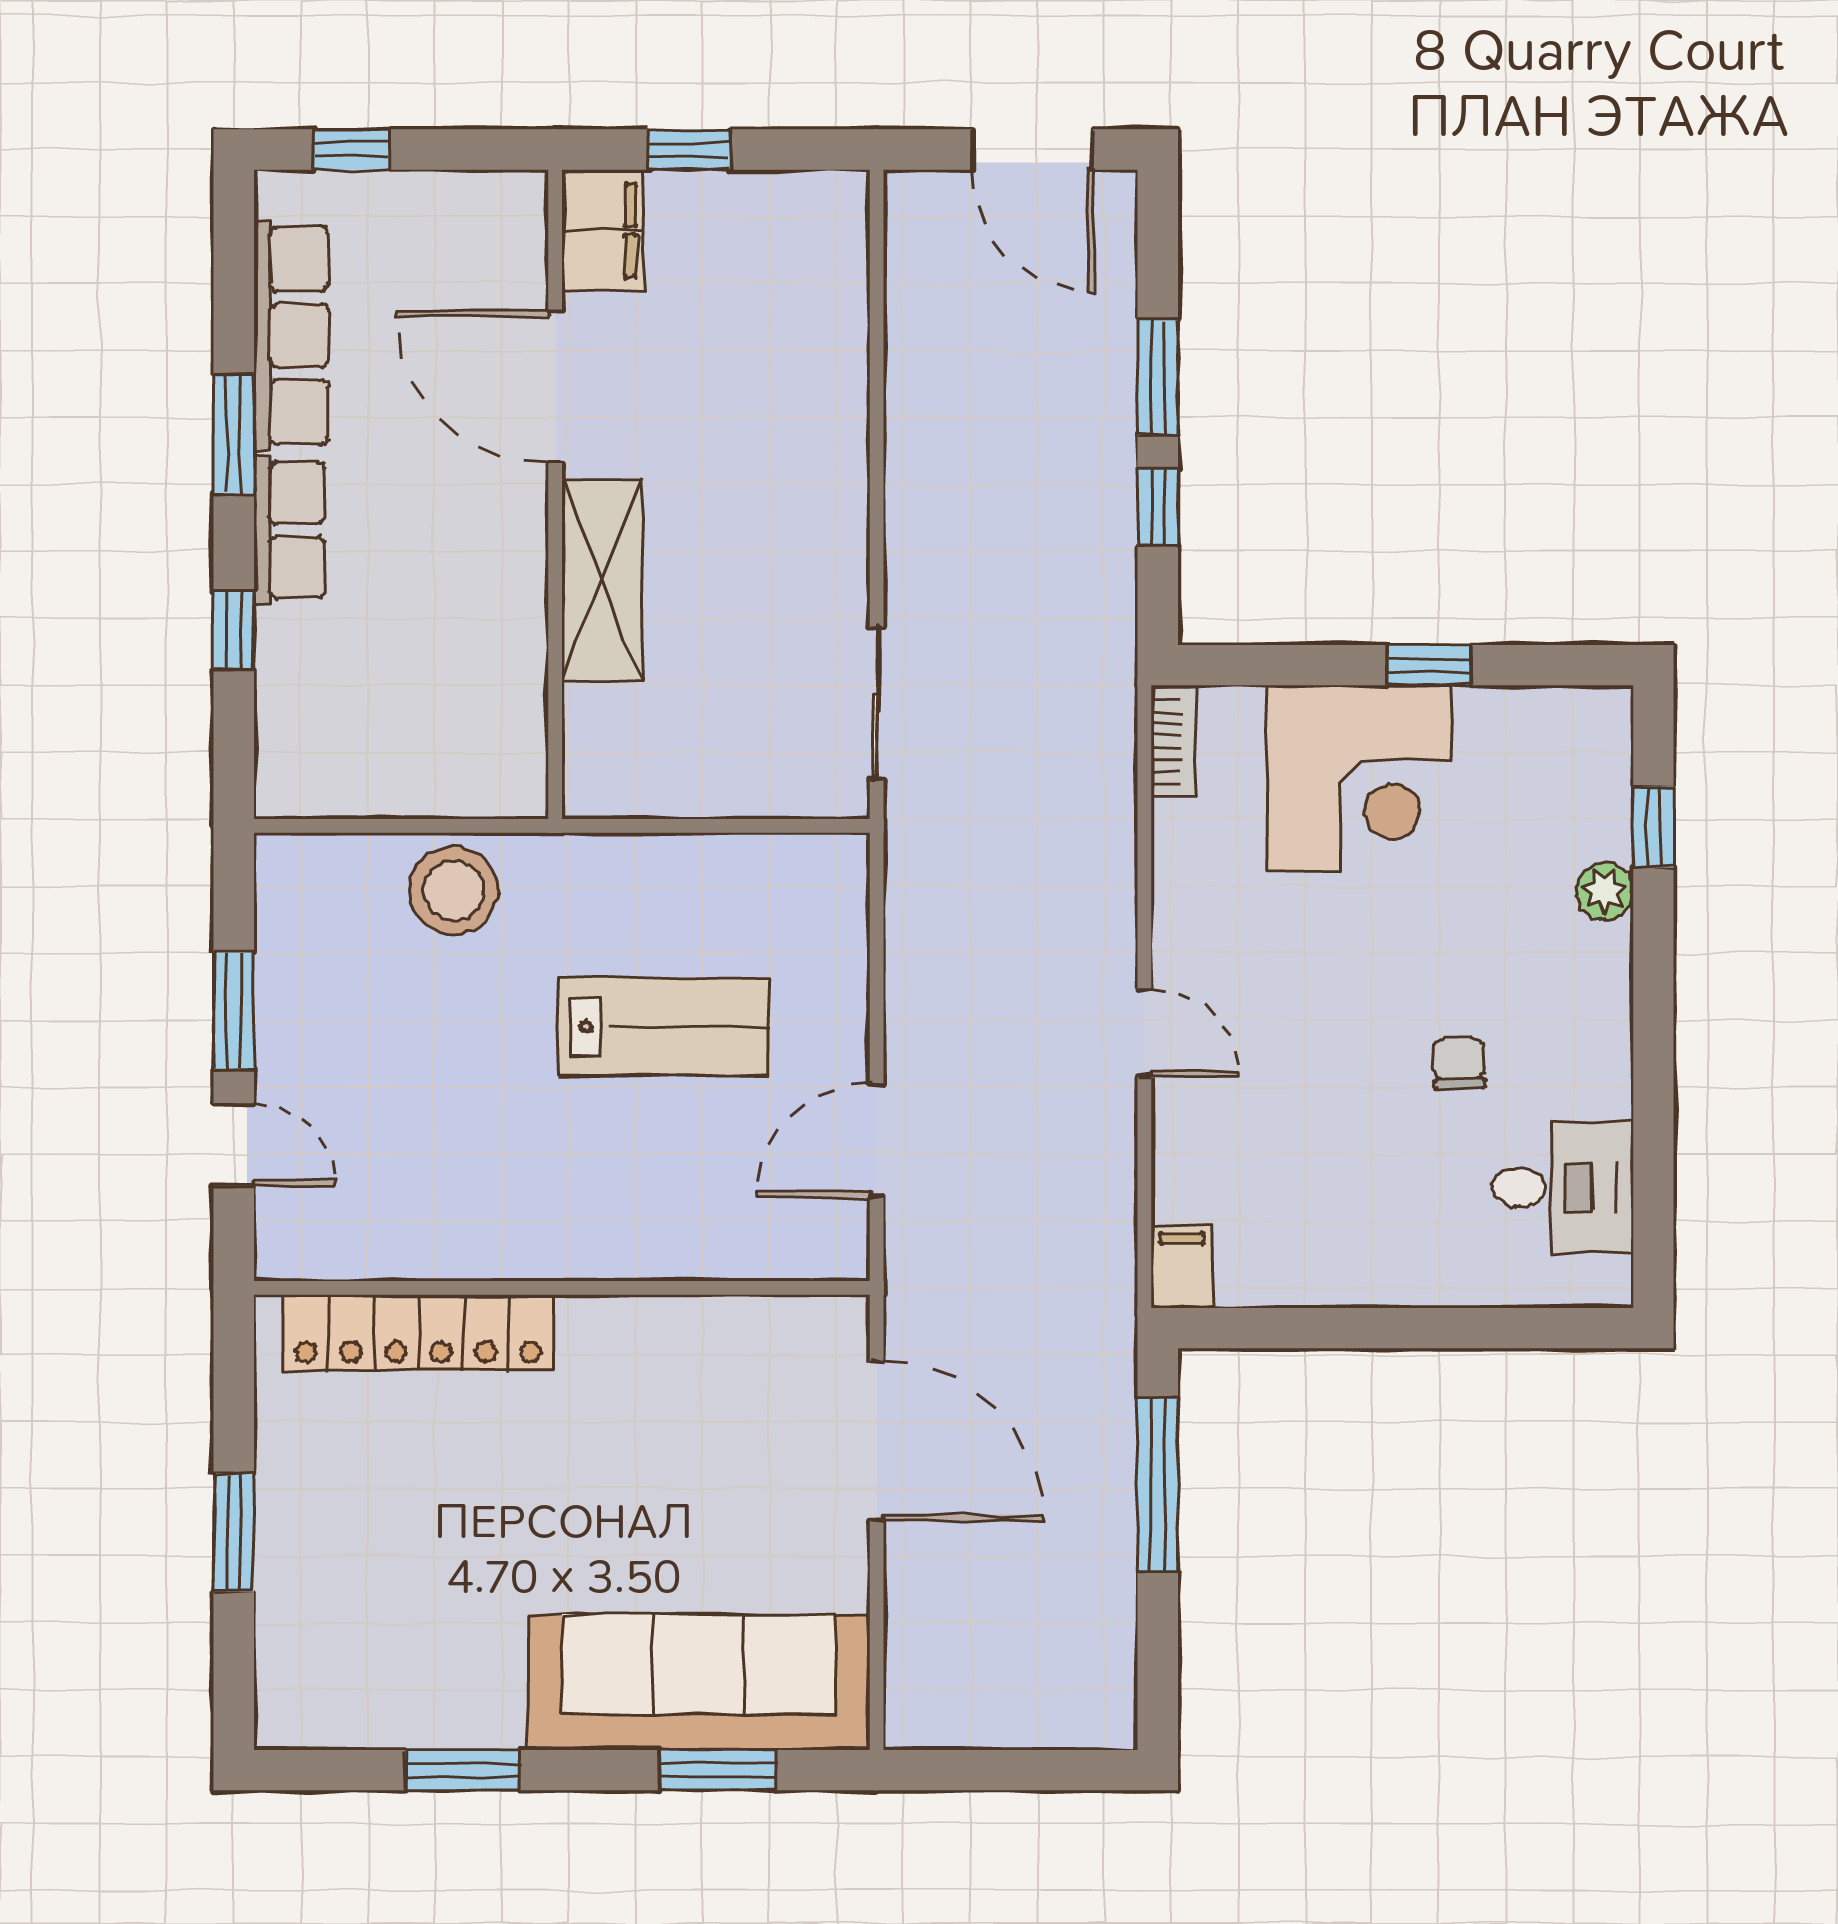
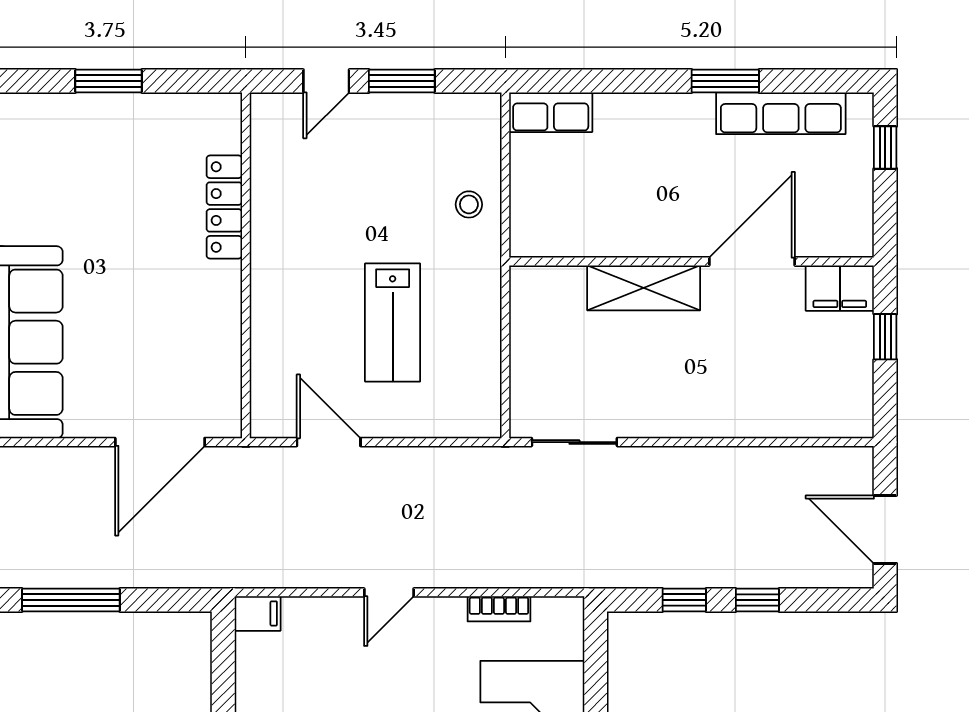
door: (1032, 149) -> (885, 529), hinge flipped
window: (1158, 377) -> (757, 600), width x0.67
row of seats: (289, 530) -> (551, 112), moved
window: (234, 631) -> (615, 81), removed
bookcase: (1174, 741) -> (499, 609), moved
stool: (454, 891) -> (469, 204), width x0.53, depth x0.53
locker: (419, 1333) -> (224, 207), width x0.71, depth x0.83
window: (1158, 1485) -> (71, 600), moved

